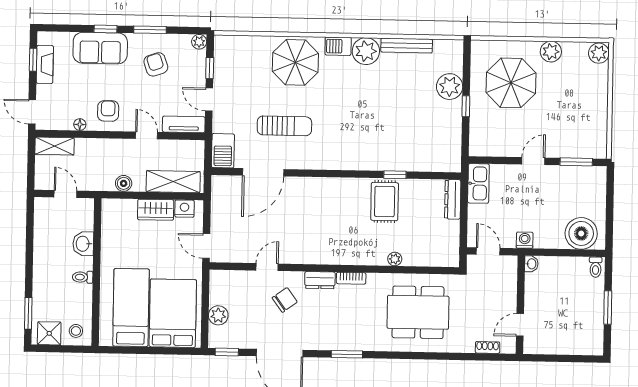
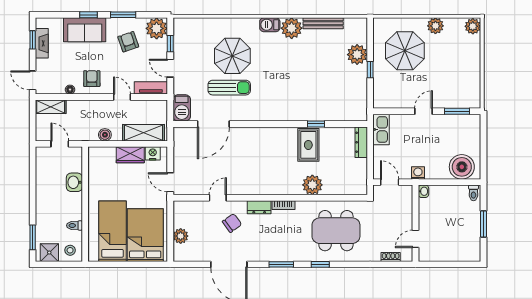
plant: (199, 42) -> (157, 28), width x1.88, depth x1.88
parasol: (295, 62) -> (232, 56), moved
plant: (395, 259) -> (312, 185), width x1.87, depth x1.87
toilet: (83, 277) -> (74, 225), moved
window: (227, 352) -> (320, 264), moved

